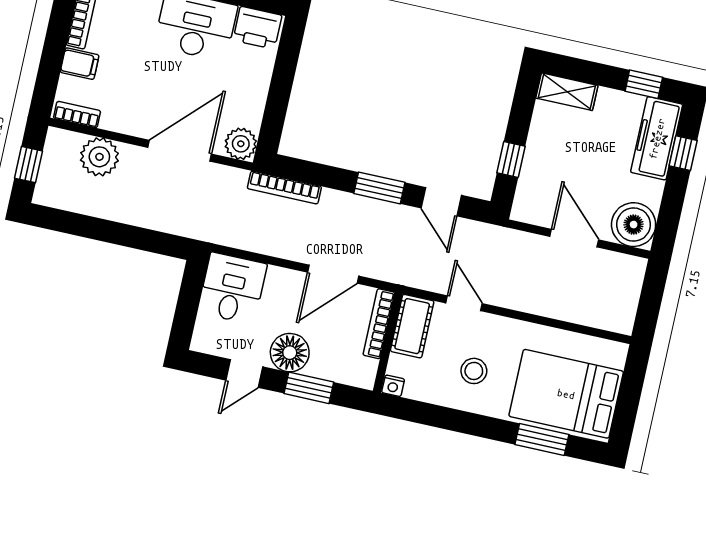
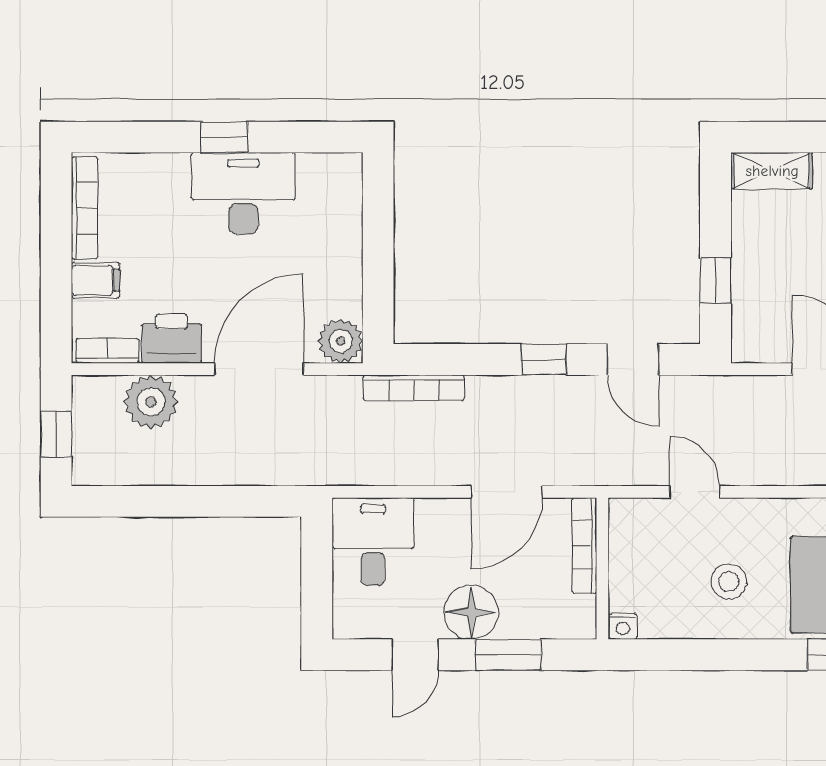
printer: (257, 28) -> (172, 339), moved, turned 180
window: (379, 188) -> (544, 359), width x0.67
cot: (412, 326) -> (631, 539), removed

